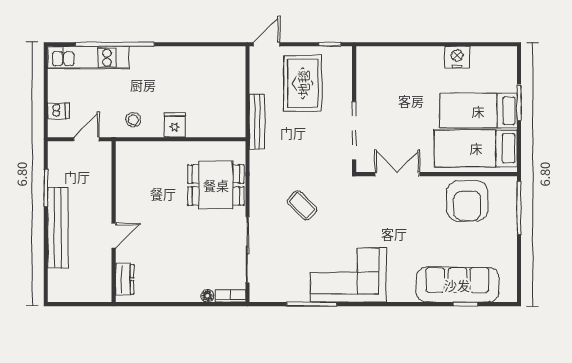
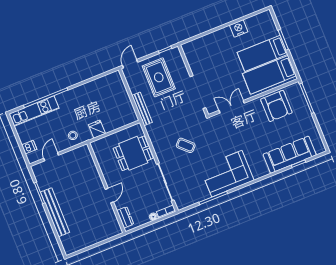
wall: (114, 222) -> (106, 188), moved
door: (114, 236) -> (109, 196), moved
dresser: (125, 279) -> (125, 217), moved

